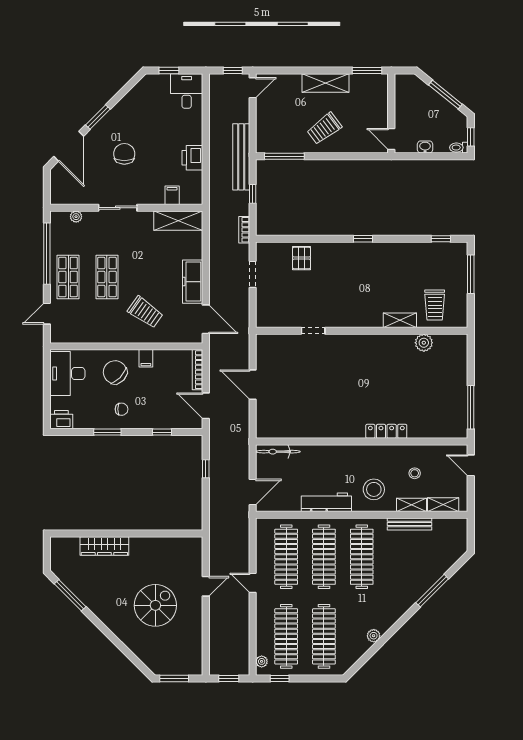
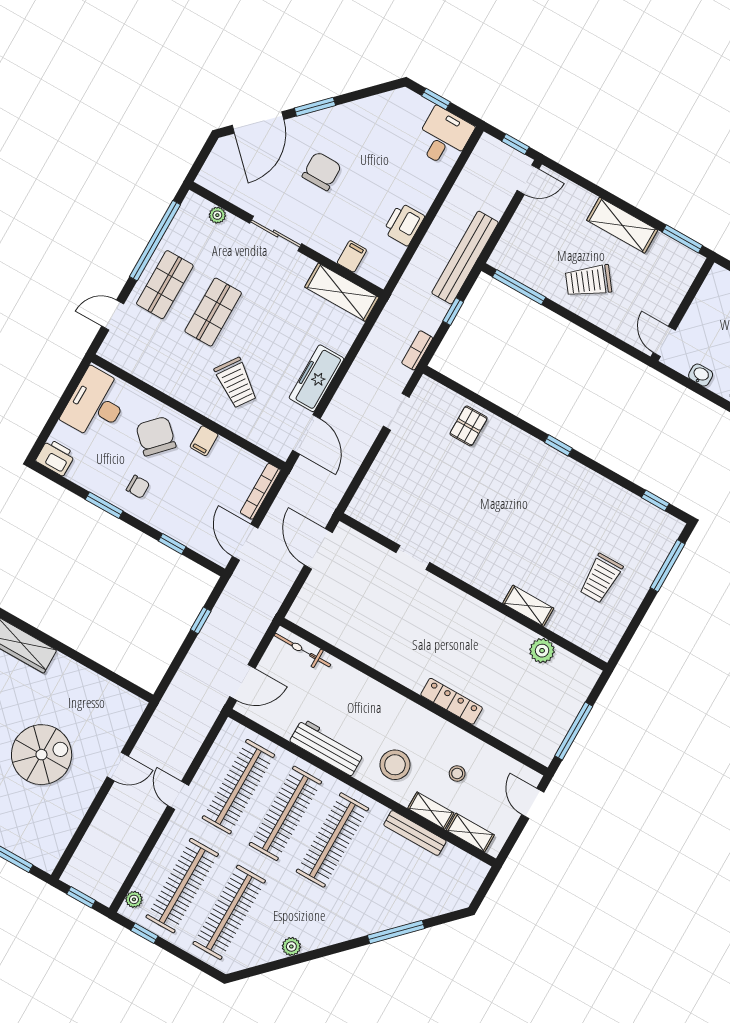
shelving: (400, 320) -> (528, 606), moved
doorway: (313, 331) -> (413, 558), moved
wall: (362, 331) -> (473, 592), moved
plant: (424, 343) -> (542, 651), moved

